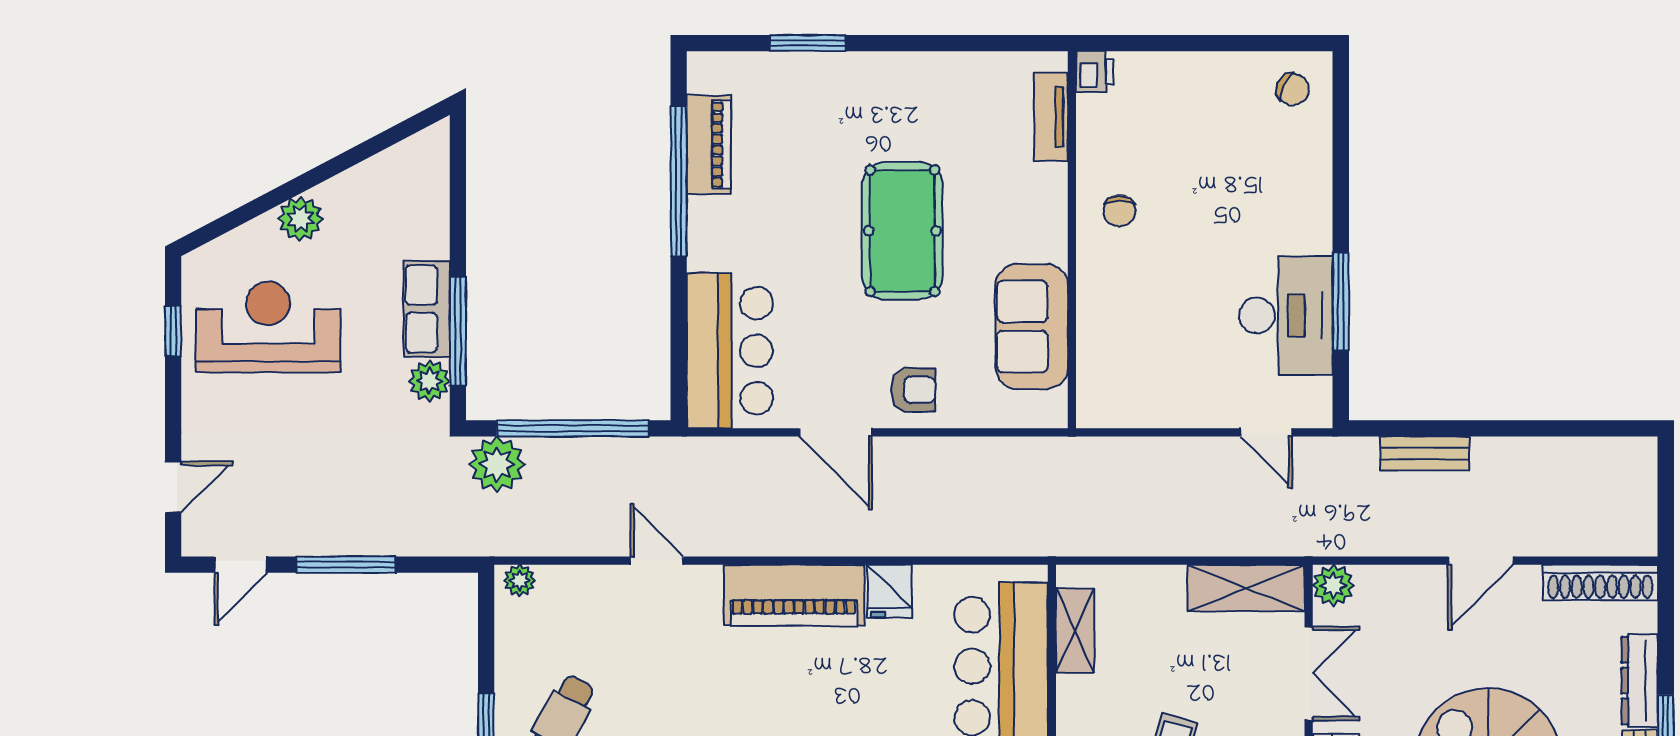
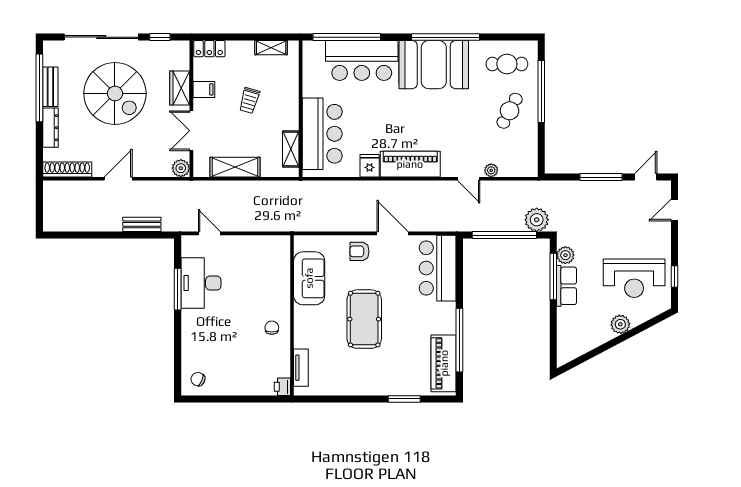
piano: (709, 145) -> (444, 363), width x1.37, depth x1.33
plant: (520, 580) -> (491, 170), moved
shelving: (1246, 588) -> (235, 167), moved

